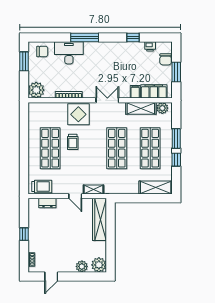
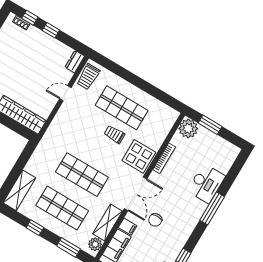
chair: (42, 51) -> (155, 220), moved
window: (24, 61) -> (210, 125), moved
double door: (107, 100) -> (136, 194), width x1.37
window: (176, 138) -> (69, 247), moved
shelving: (93, 189) -> (54, 127), removed
door: (75, 196) -> (65, 93), moved
dresser: (47, 203) -> (75, 62), moved
window: (24, 255) -> (30, 18), added

